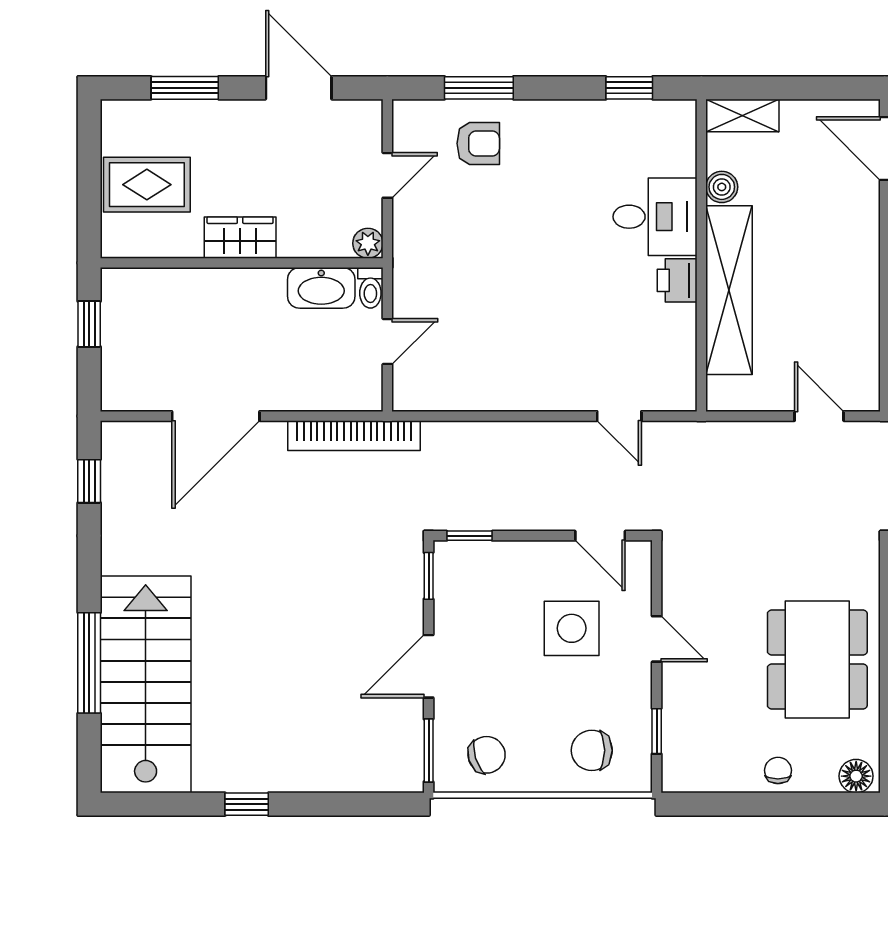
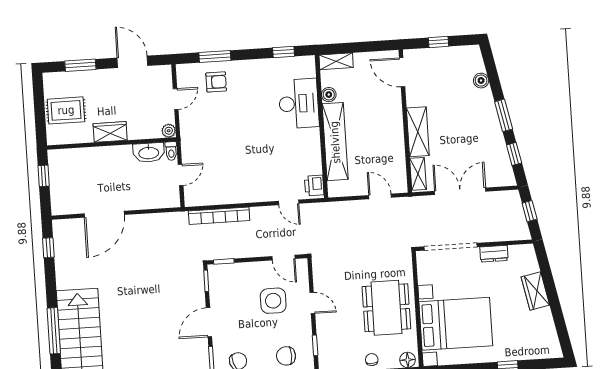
desk: (655, 217) -> (299, 104), width x1.37
printer: (677, 280) -> (314, 185), moved
bookcase: (354, 436) -> (219, 216), moved

